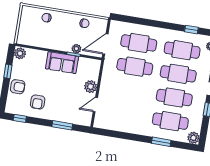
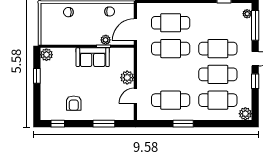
cafe table: (182, 50) -> (171, 100), moved
armchair: (18, 87) -> (50, 90), removed
window: (161, 142) -> (183, 124), moved

